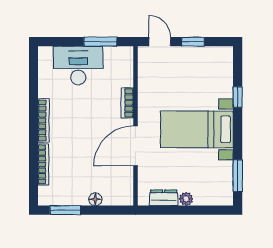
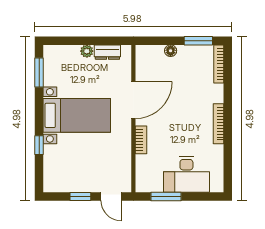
bookcase: (43, 164) -> (219, 64), moved

